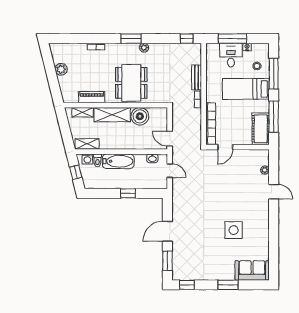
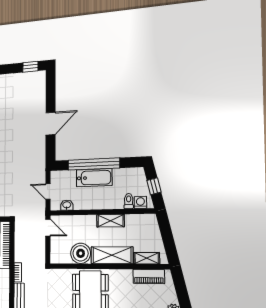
piano: (92, 97) -> (149, 276), moved
shelving: (87, 144) -> (111, 221), moved
bathtub: (118, 161) -> (94, 178), moved, turned 180
window: (128, 193) -> (94, 164), width x3.17
window: (167, 261) -> (51, 91), removed

